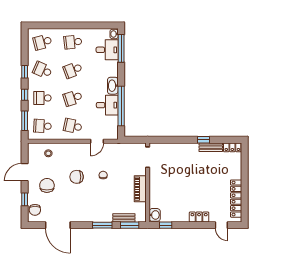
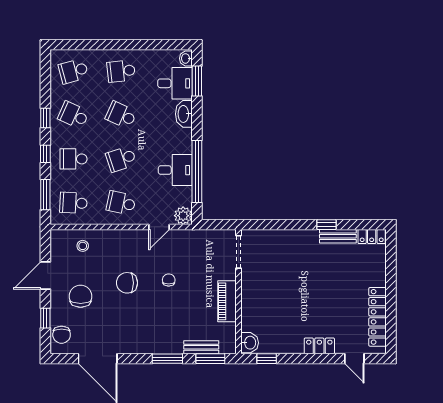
window: (121, 48) -> (197, 81), width x0.69
school desk: (73, 70) -> (121, 115), turned 45
washbasin: (113, 86) -> (184, 114), moved
plant: (112, 134) -> (183, 216), added

